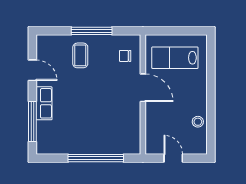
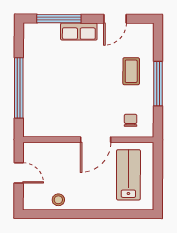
coffee table: (80, 55) -> (131, 71), turned 90
door: (173, 158) -> (19, 173), hinge flipped

